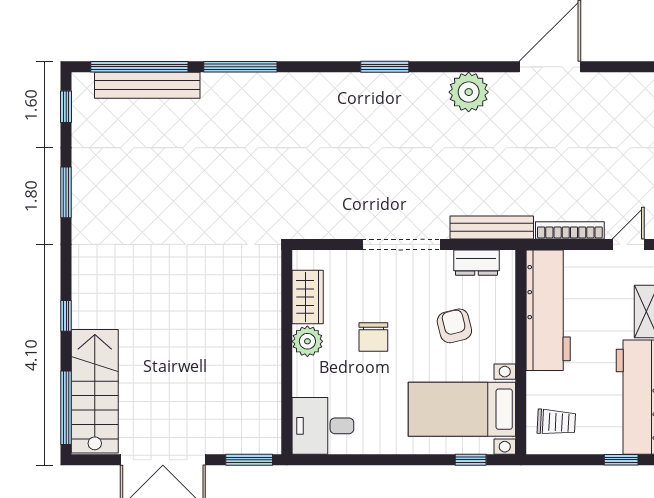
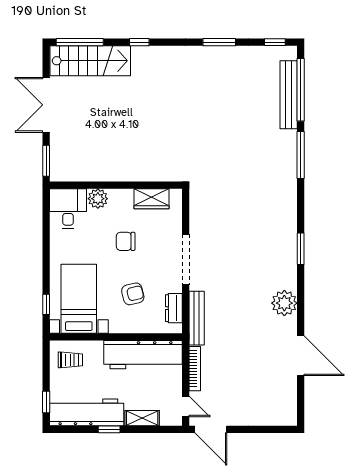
plant: (307, 341) -> (98, 199), moved
trolley: (556, 422) -> (70, 360), turned -93

